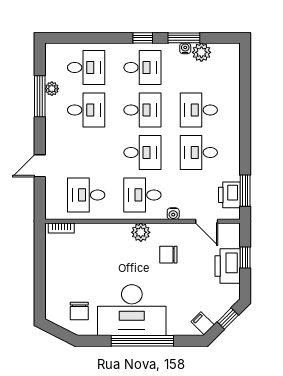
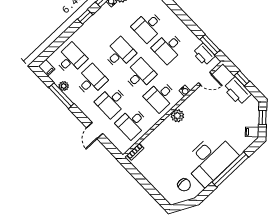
filing cabinet: (52, 53) -> (47, 68), added
desk: (142, 68) -> (112, 102), moved, turned 180
chair: (168, 255) -> (202, 114), removed

